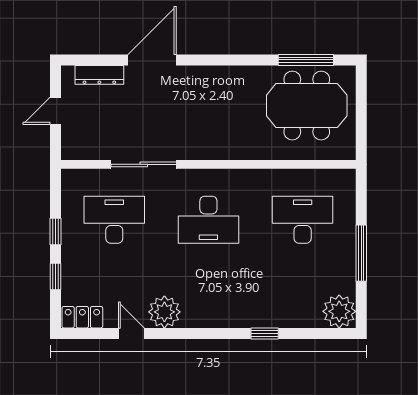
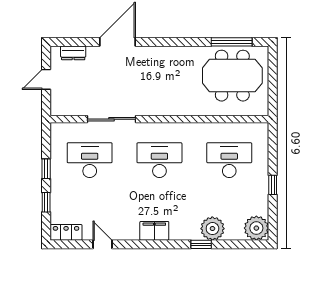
dresser: (99, 75) -> (73, 53), width x0.70
desk: (208, 220) -> (159, 160), turned 180
window: (361, 253) -> (273, 185), width x0.46
plant: (164, 312) -> (212, 229), moved
filing cabinet: (201, 315) -> (154, 231), added

